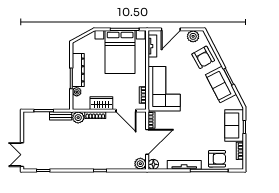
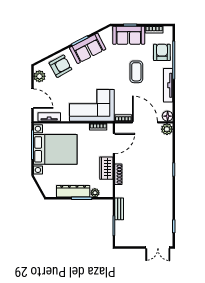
plant: (78, 118) -> (121, 191), removed
coffee table: (198, 133) -> (136, 72), added

